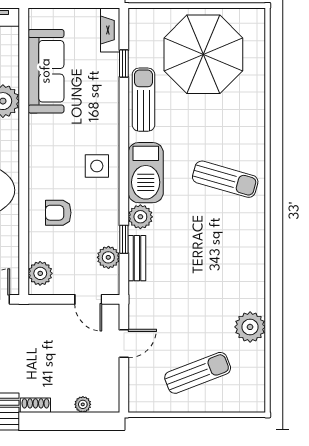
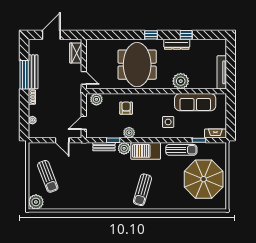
side table: (97, 166) -> (168, 122), moved
plant: (108, 257) -> (129, 133), moved
plant: (250, 327) -> (36, 202), moved

